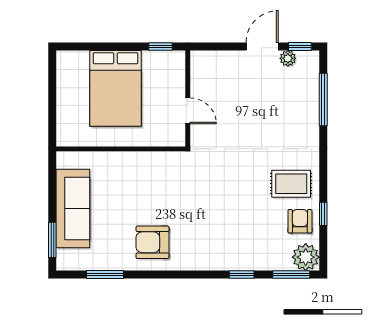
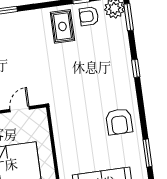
window: (242, 275) -> (136, 68), moved

